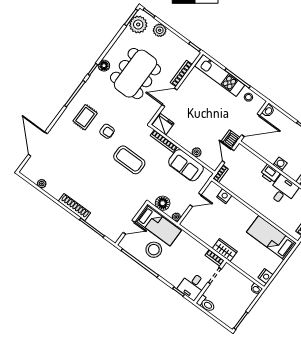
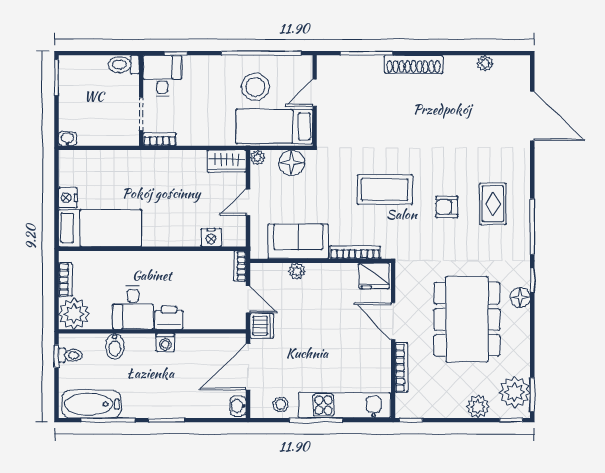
door: (170, 97) -> (393, 321), swing flipped
wardrobe: (225, 250) -> (227, 161), moved
nightstand: (266, 276) -> (68, 198), moved

